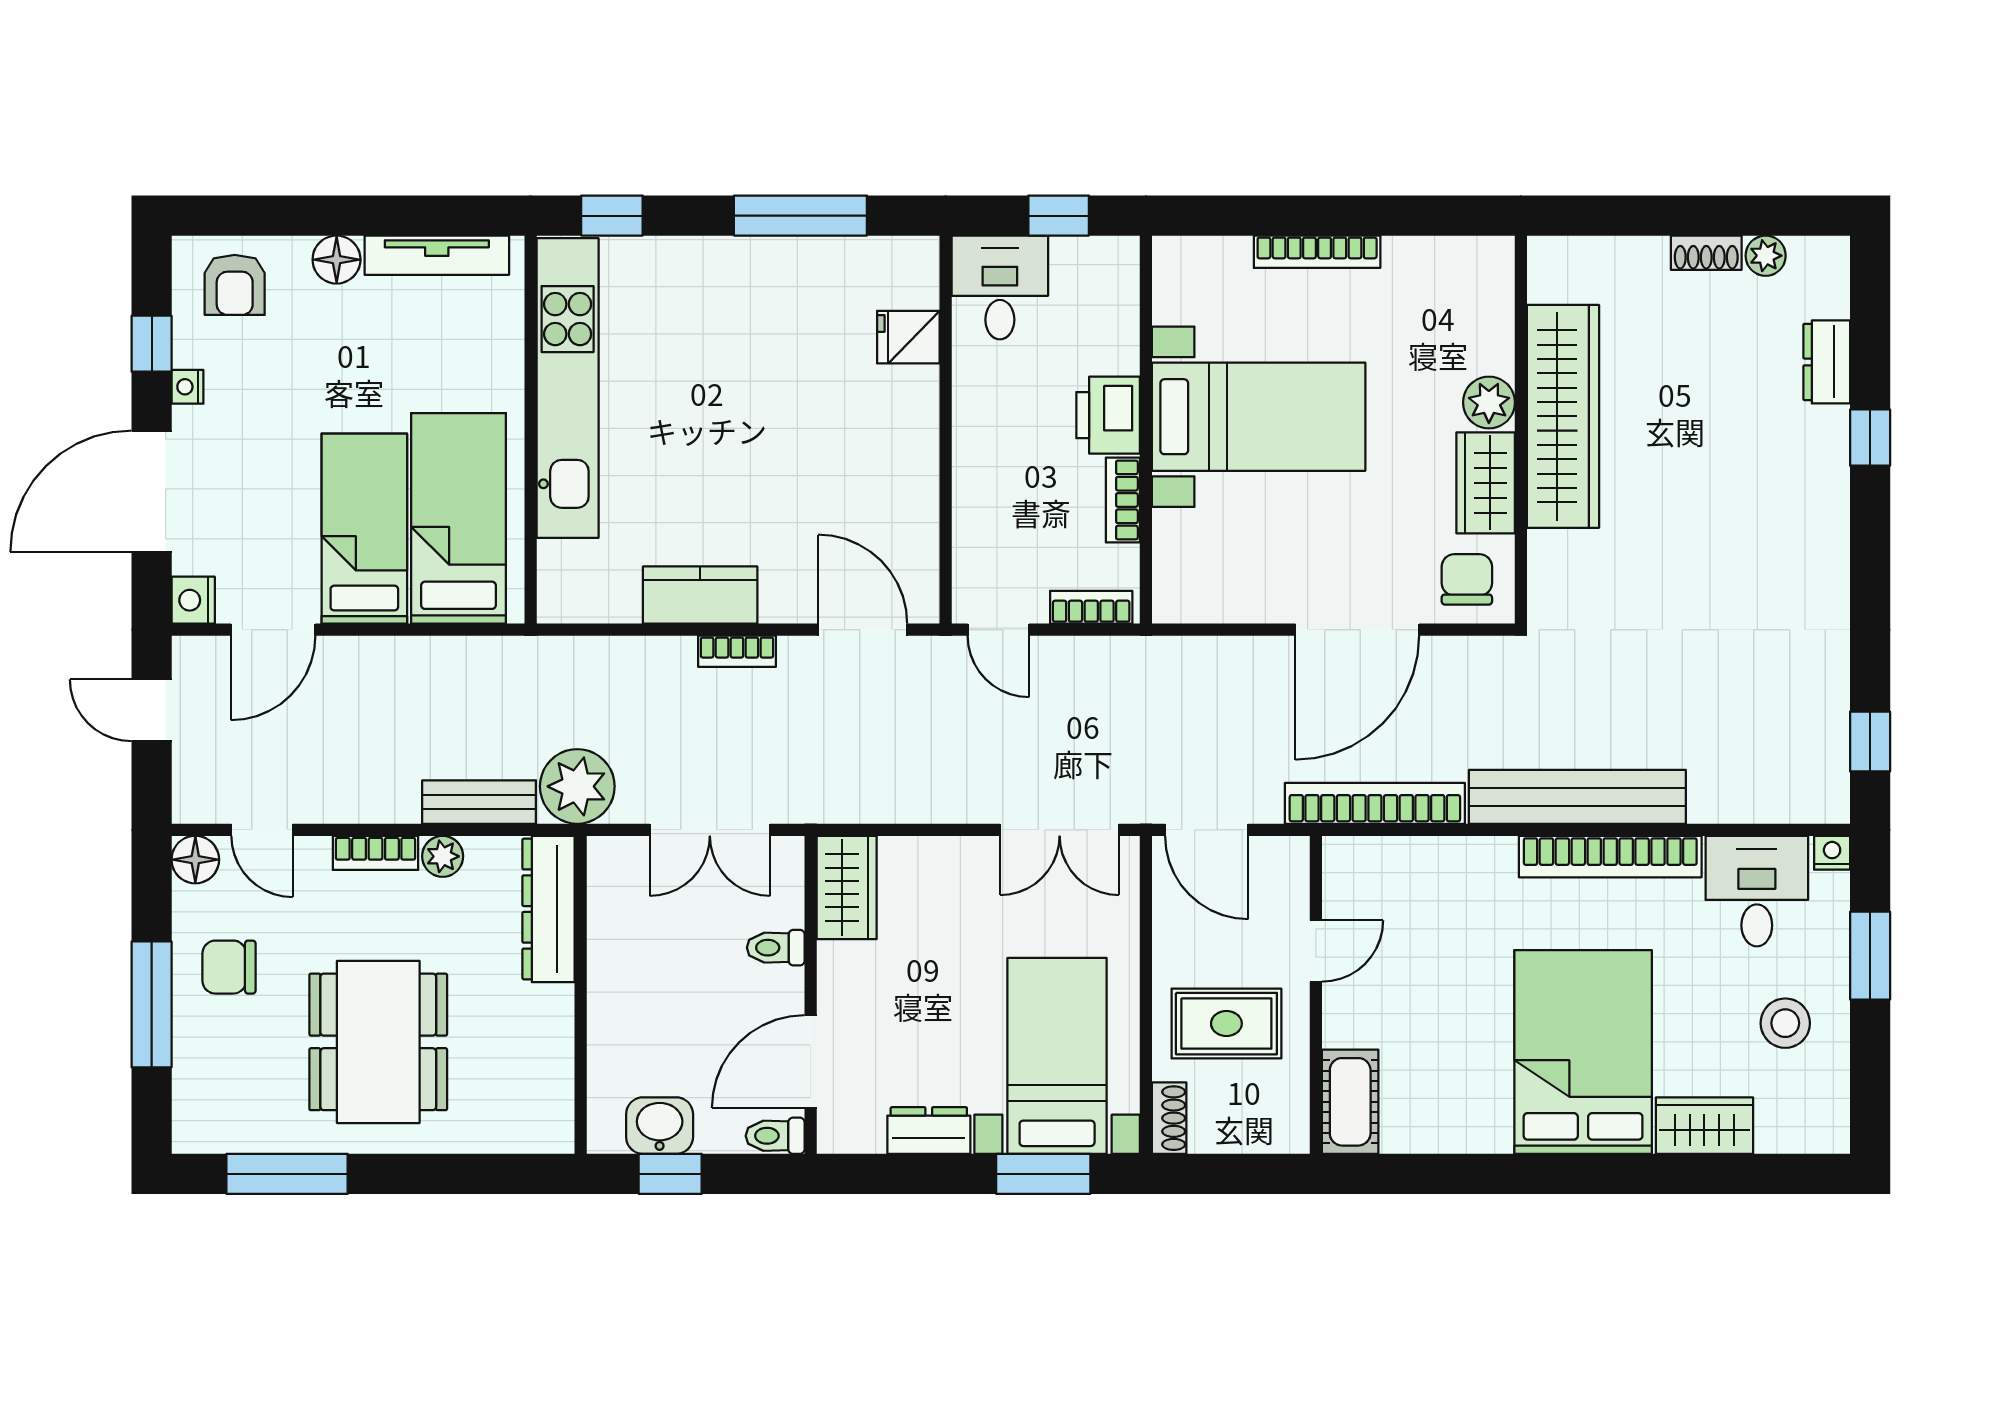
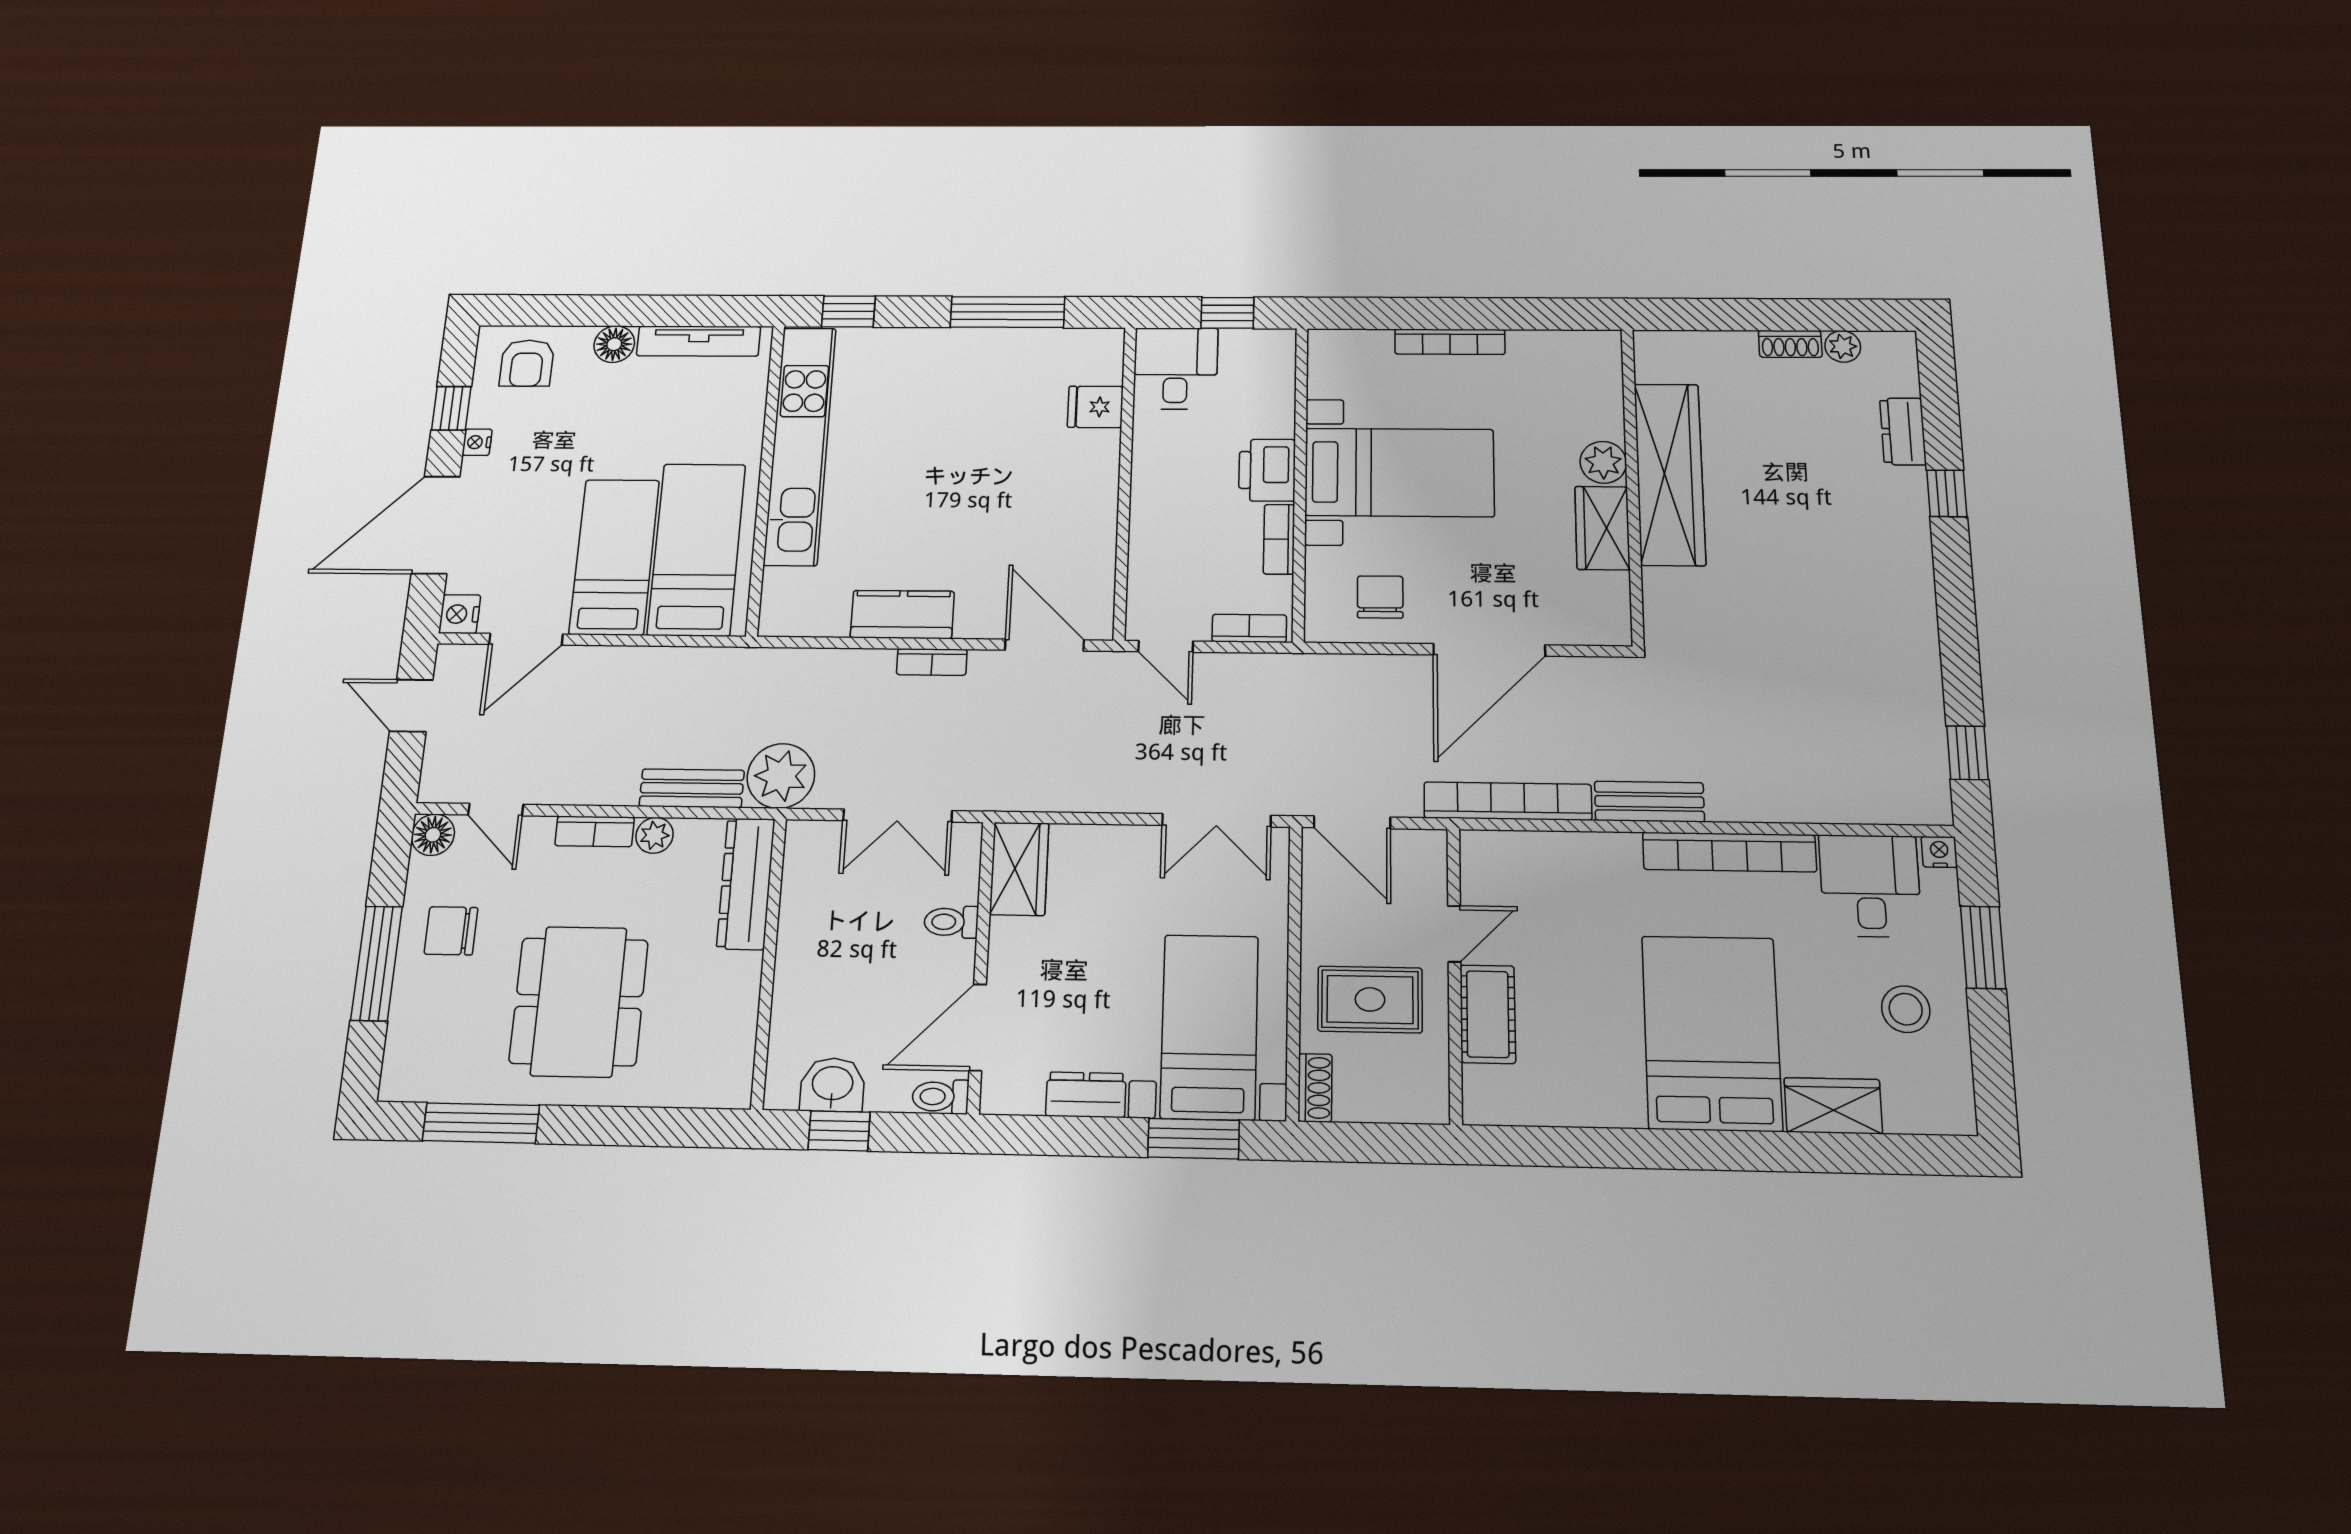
chair: (1467, 579) -> (1380, 597), moved
bench: (1577, 797) -> (1649, 802), width x0.54, depth x0.82
cot: (1350, 1102) -> (1488, 1014), moved

